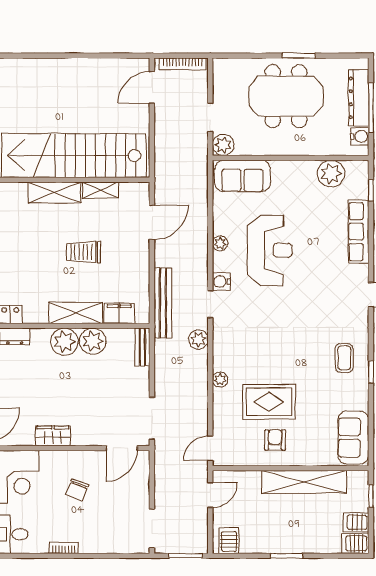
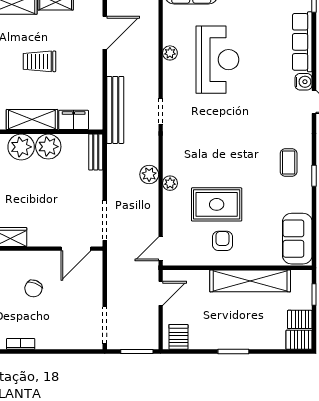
water cooler: (221, 281) -> (304, 82), moved, turned 180
plant: (198, 339) -> (149, 174), moved

